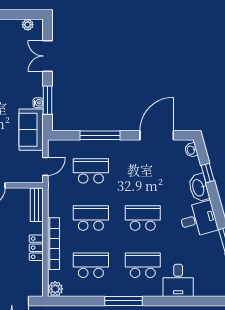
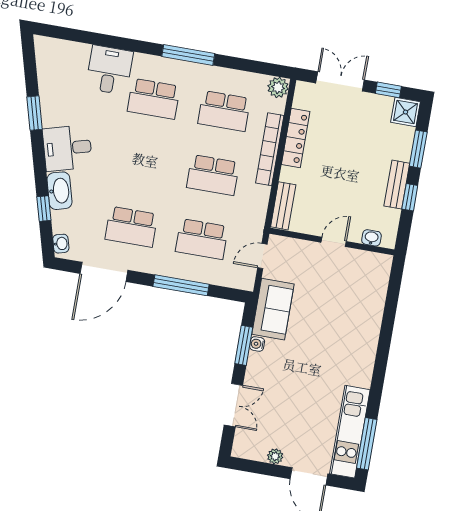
plant: (28, 25) -> (275, 456), moved
school desk: (143, 218) -> (131, 227), moved
locker: (36, 248) -> (296, 138), width x1.53

